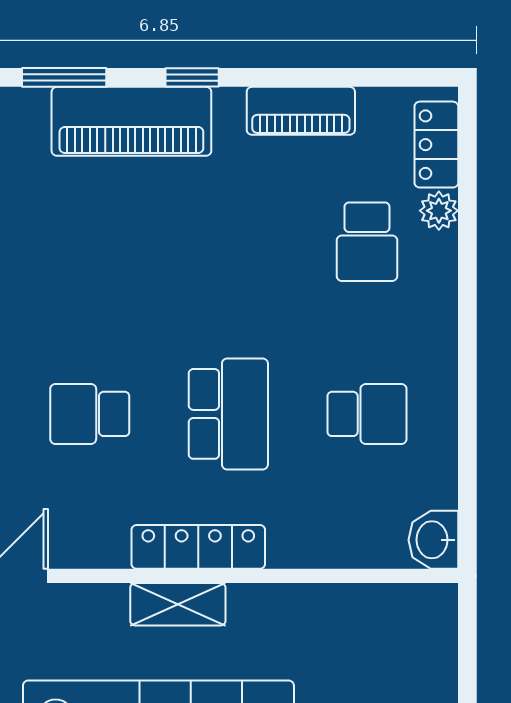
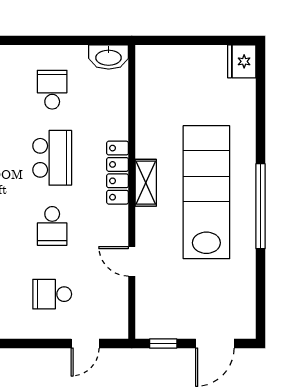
school desk: (228, 414) -> (52, 158), turned 90
washbasin: (433, 540) -> (109, 57), width x1.38

